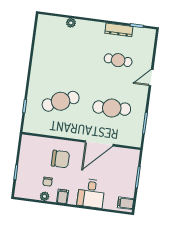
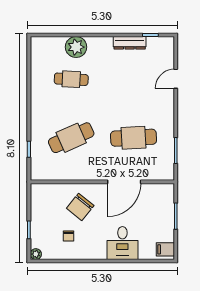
plant: (71, 23) -> (76, 47), width x1.88, depth x1.88
cafe table: (118, 60) -> (71, 79), moved
door: (151, 78) -> (176, 79), moved
chair: (60, 159) -> (80, 207), turned 129
plant: (45, 196) -> (36, 254), moved
filing cabinet: (63, 196) -> (89, 251), removed

